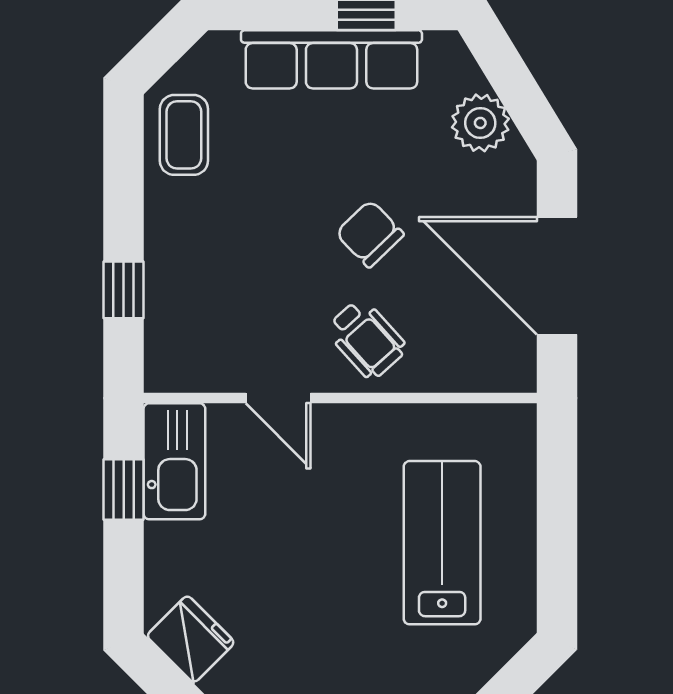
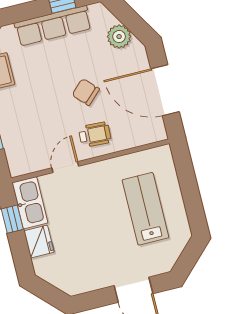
wheelchair: (366, 339) -> (95, 135), turned -45
door: (278, 398) -> (65, 167), swing flipped
fridge: (191, 639) -> (39, 242), moved, turned 45

